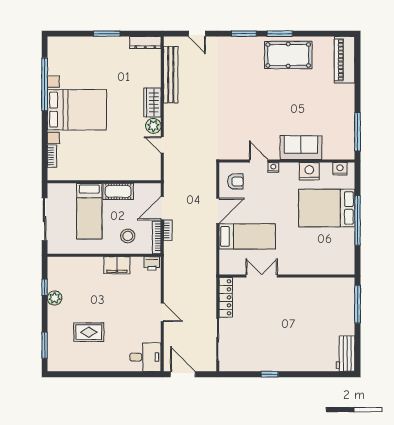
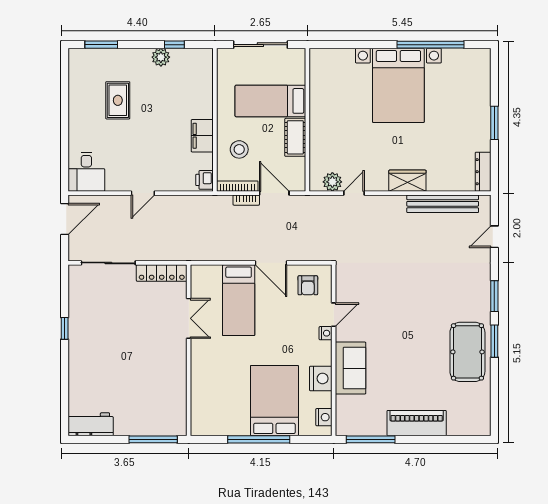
piano: (345, 60) -> (417, 423), moved
plant: (153, 126) -> (332, 182), moved
bookcase: (52, 156) -> (340, 54), removed

